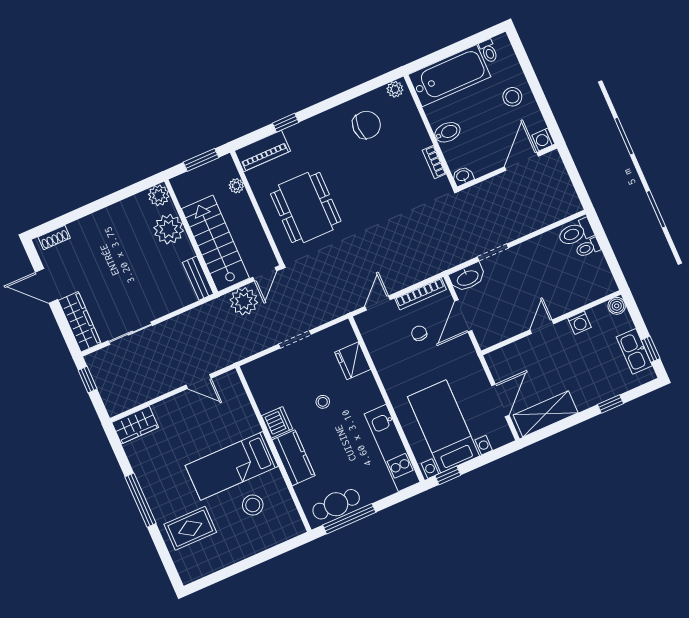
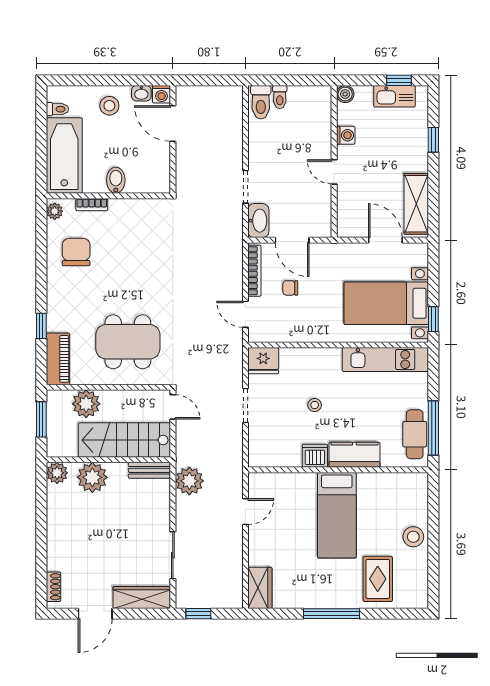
bookcase: (434, 162) -> (92, 205), moved
washbasin: (463, 176) -> (141, 93), moved, turned -90
plant: (236, 186) -> (86, 404), width x1.88, depth x1.88
plant: (244, 301) -> (189, 481), moved
fridge: (353, 361) -> (263, 361), moved
stool: (253, 505) -> (413, 537), moved

